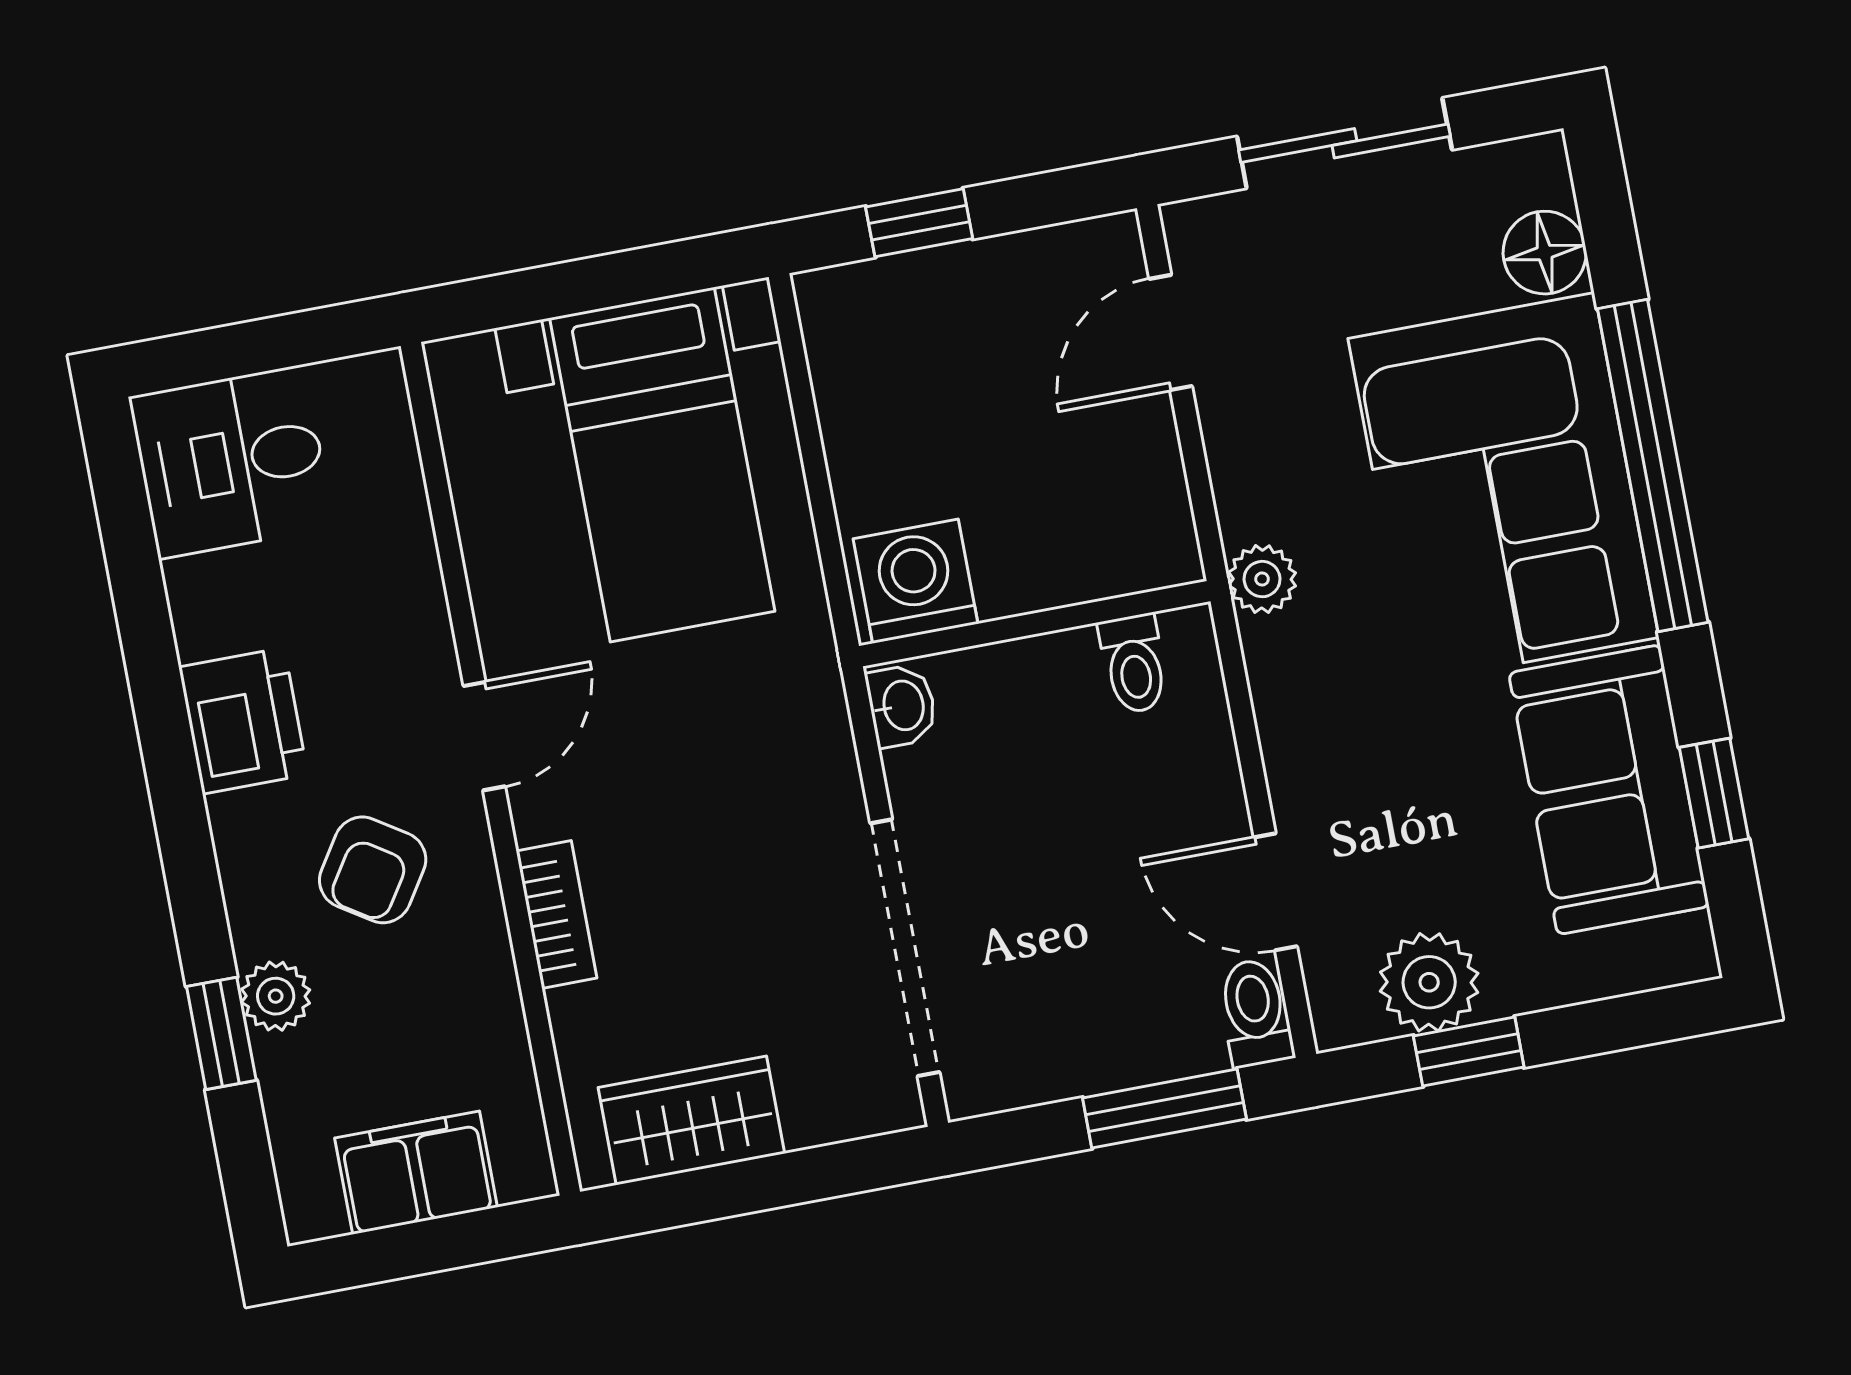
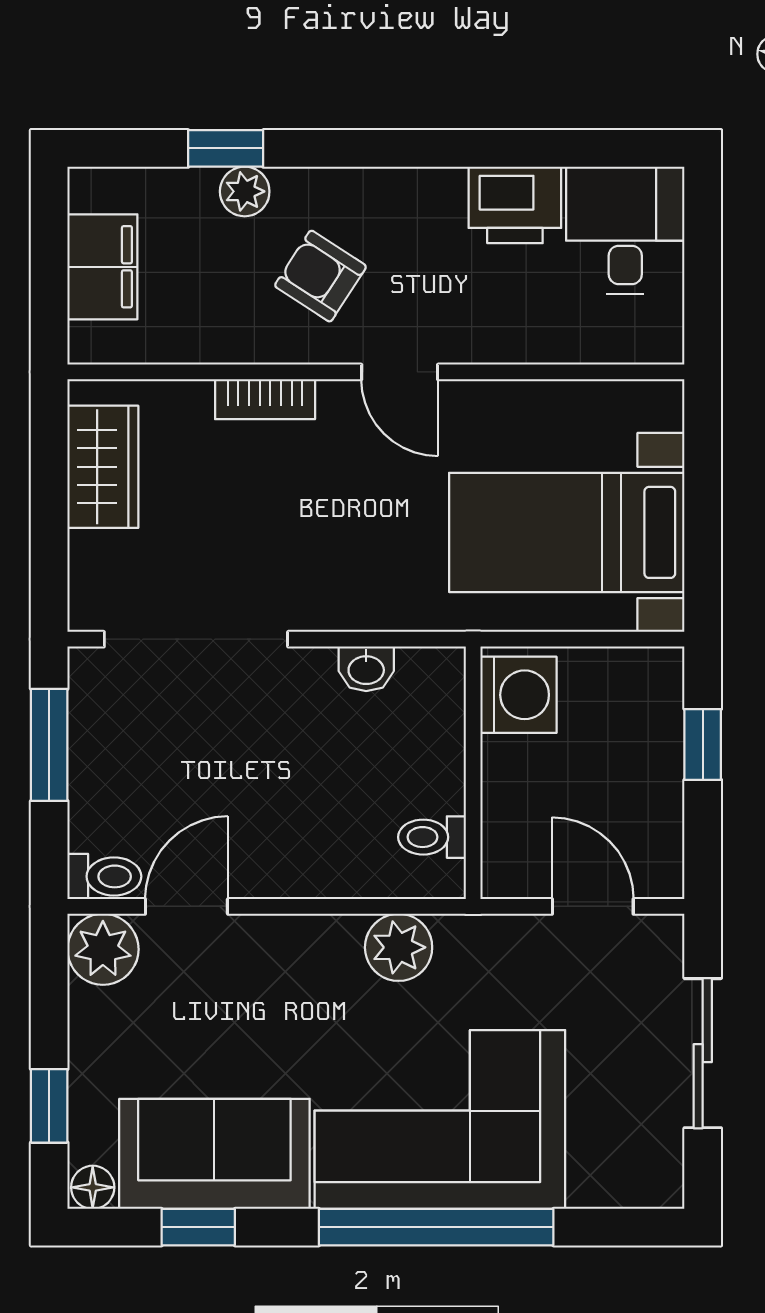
floor lamp: (1545, 253) -> (93, 1187), moved, width x0.73, depth x0.73
plant: (1262, 579) -> (399, 947), width x1.38, depth x1.38
washing machine: (915, 581) -> (519, 695), moved
wall: (1035, 624) -> (473, 773), moved
toilet: (1134, 664) -> (432, 837), moved
printer: (243, 721) -> (515, 205), moved
plant: (1429, 982) -> (103, 949), moved
window: (1469, 1052) -> (49, 1106), moved
window: (1164, 1108) -> (49, 745), moved

